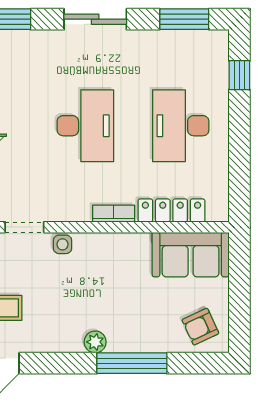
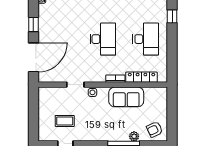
desk: (181, 126) -> (146, 39), turned 180
sofa: (191, 255) -> (126, 97), moved
plant: (95, 342) -> (134, 136), moved

